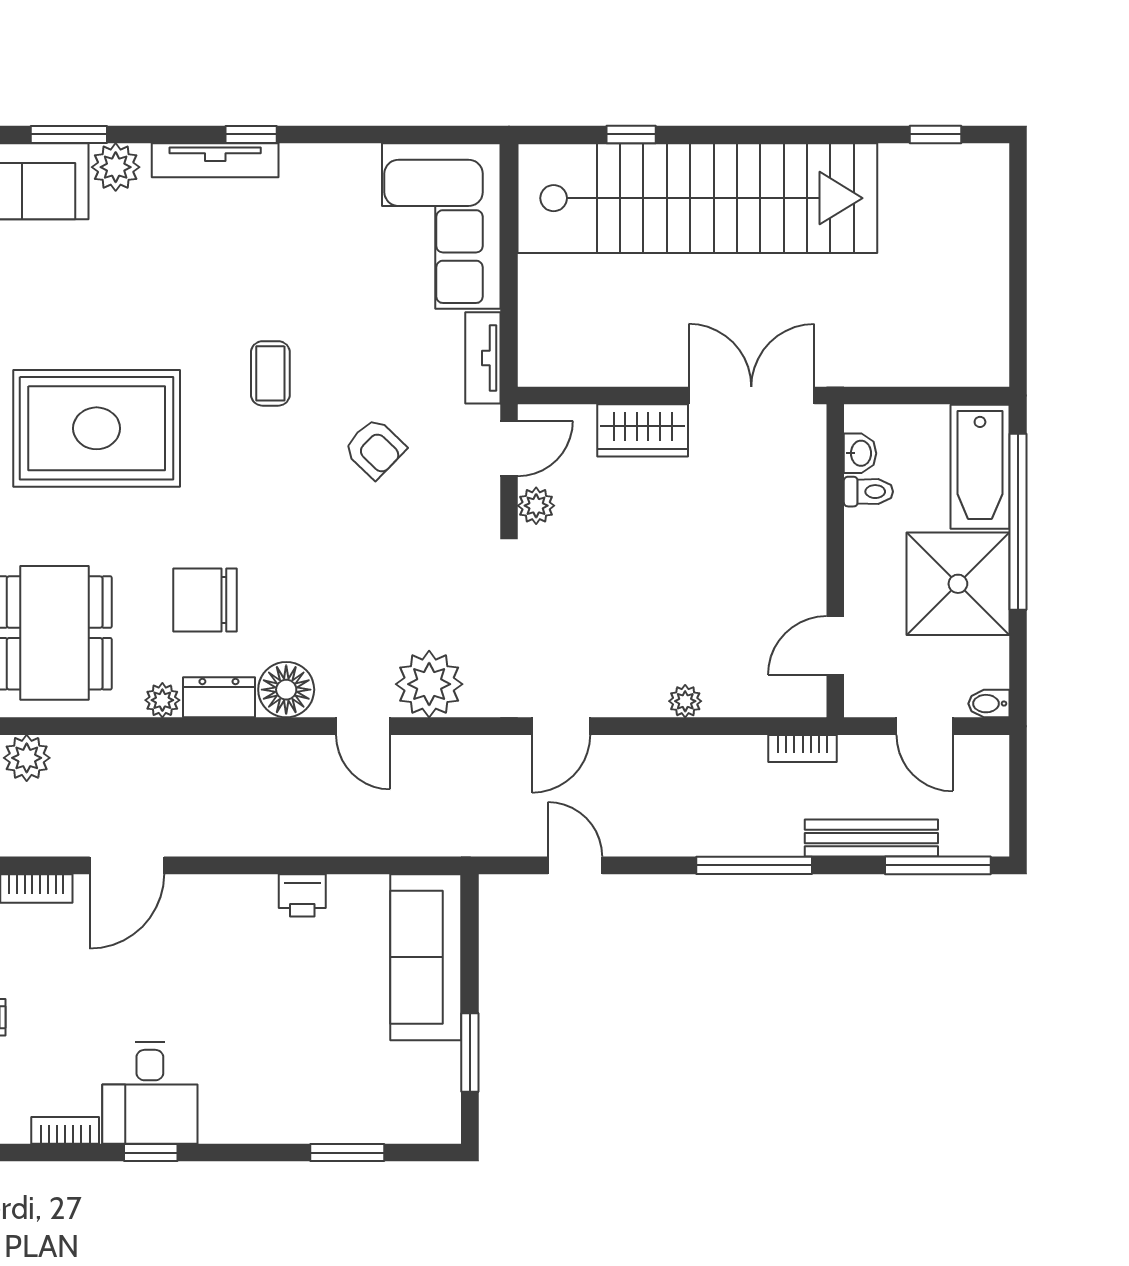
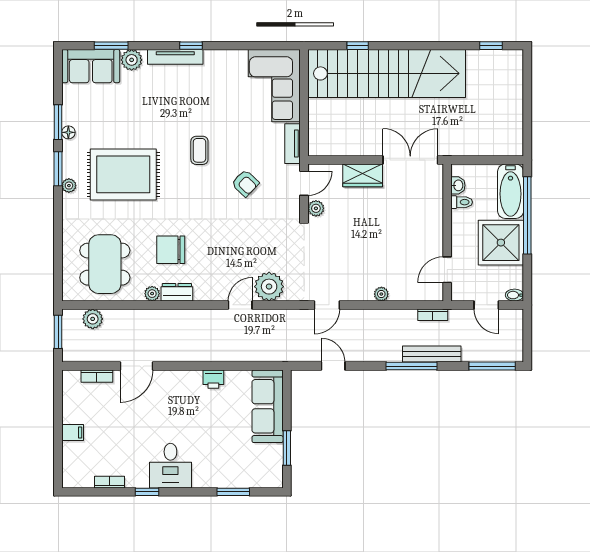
floor lamp: (286, 690) -> (206, 289), removed
door: (363, 726) -> (240, 305), swing flipped
bench: (871, 838) -> (432, 354), moved
desk: (150, 1093) -> (170, 466), moved

